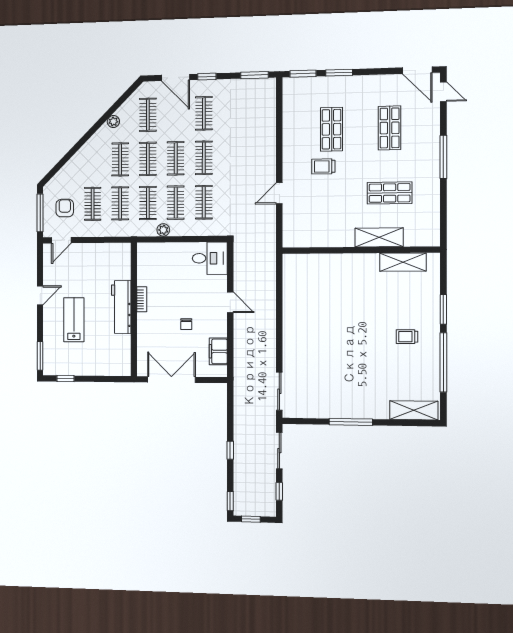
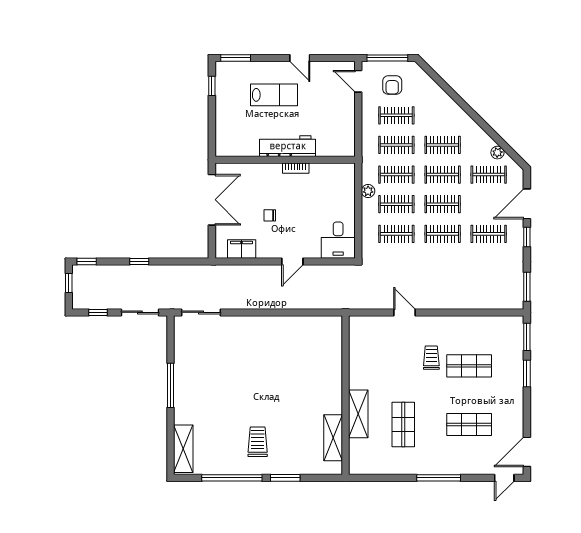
plant: (113, 122) -> (497, 153), moved
armchair: (65, 208) -> (392, 85), turned 90
trolley: (407, 337) -> (258, 442), width x1.36, depth x1.39

